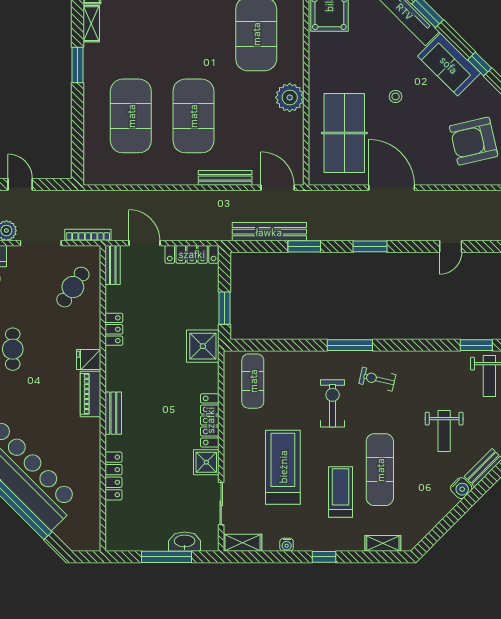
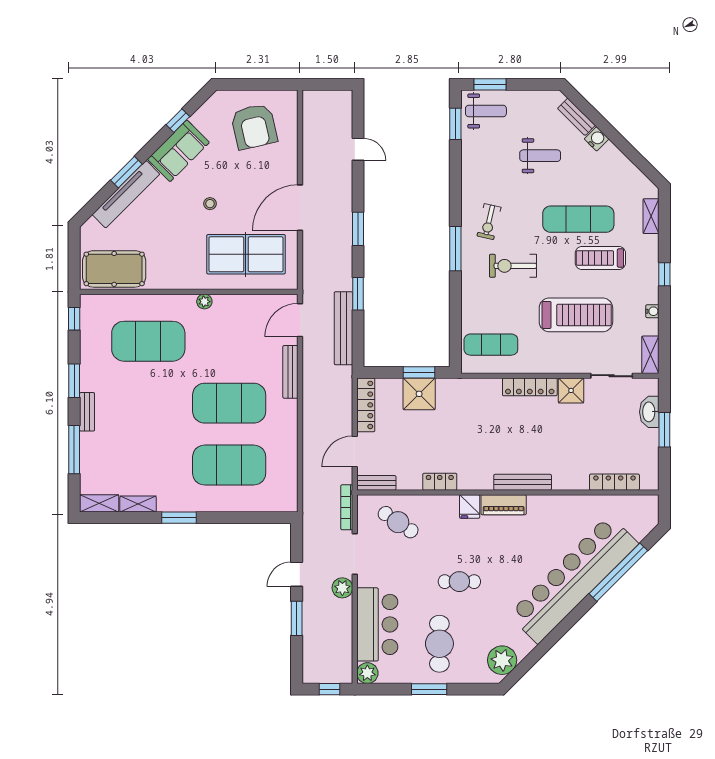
plant: (290, 97) -> (204, 302), width x0.53, depth x0.53
shower: (203, 346) -> (419, 394), moved
bench: (113, 413) -> (523, 482), width x1.36
treadmill: (283, 467) -> (576, 315), turned 180
locker: (113, 476) -> (614, 482), moved
window: (166, 557) -> (664, 430), width x0.69

